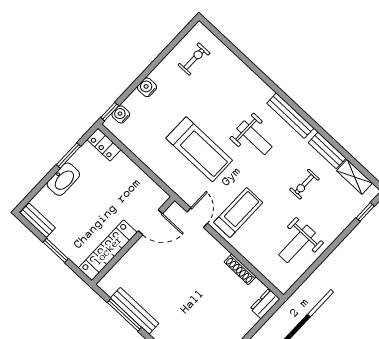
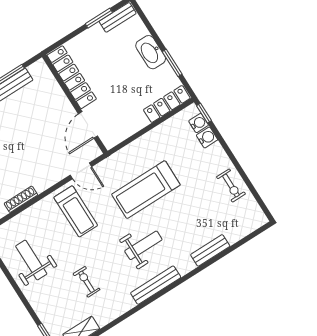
exercise bike: (194, 59) -> (231, 186), moved
water cooler: (147, 87) -> (207, 137), moved
weight bench: (254, 138) -> (143, 245), turned 180
locker: (104, 145) -> (167, 104), width x1.53
bench: (327, 150) -> (210, 250), moved
window: (56, 250) -> (99, 18), moved

